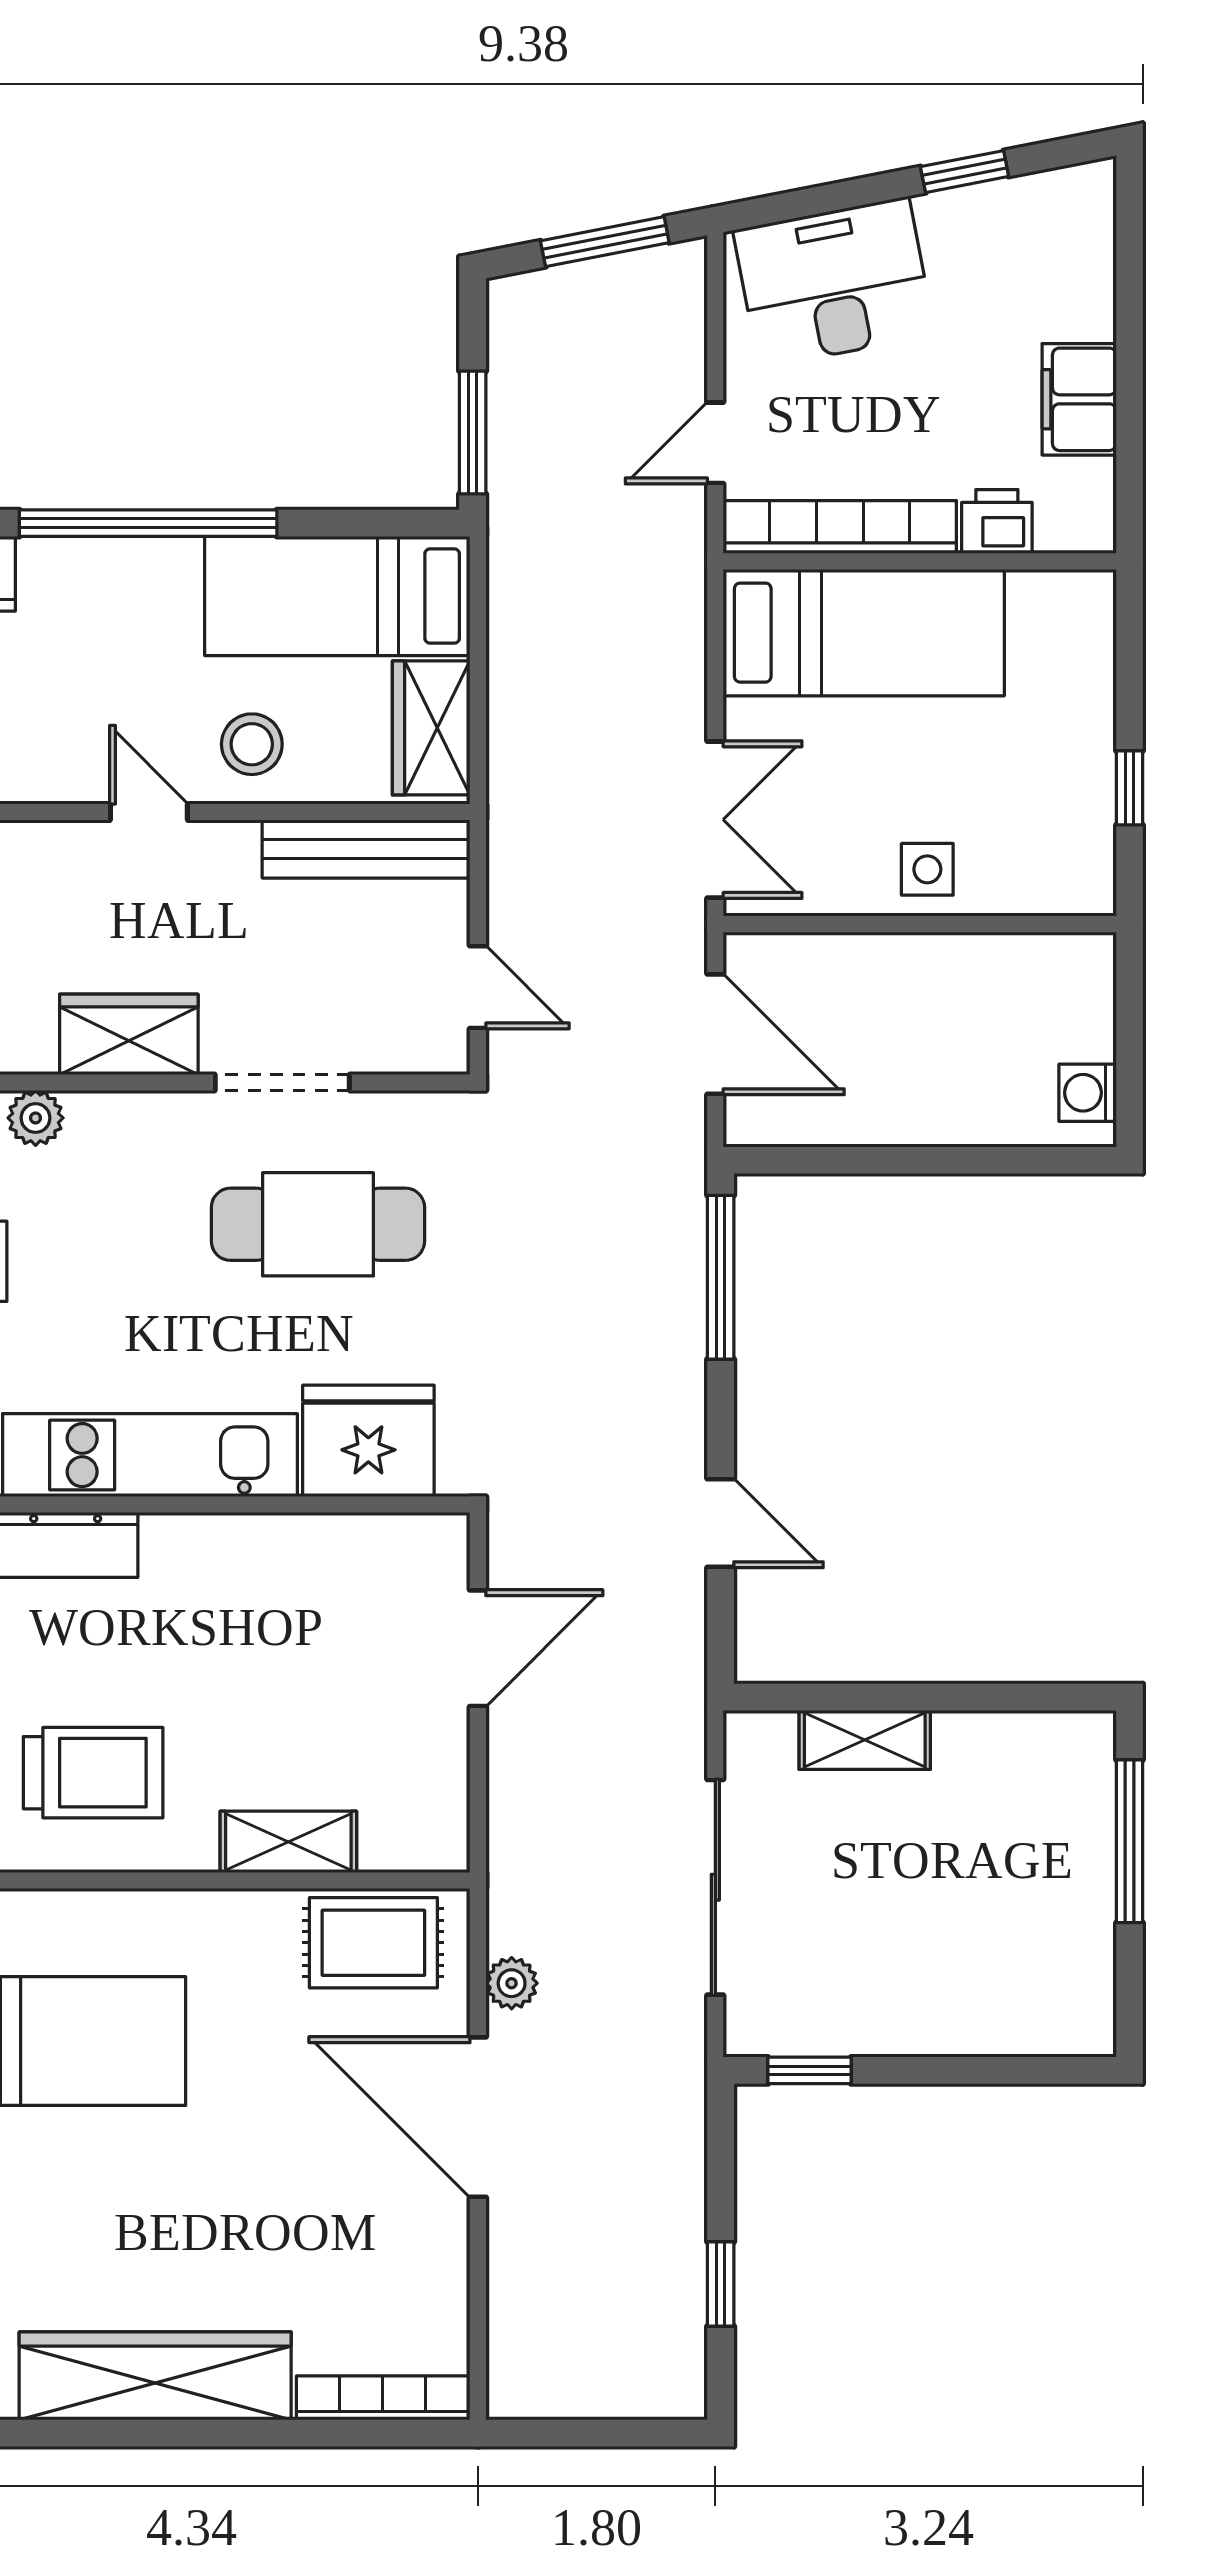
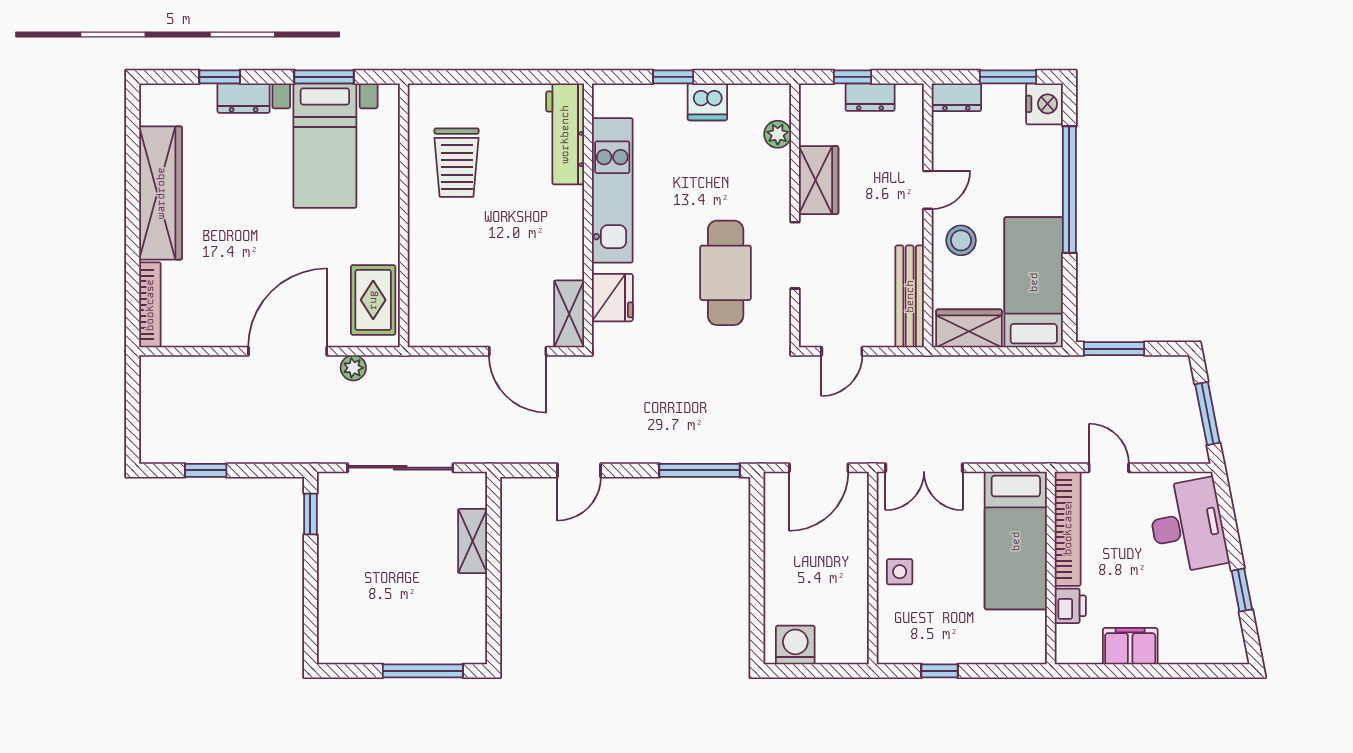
washing machine: (1088, 1093) -> (795, 645), width x1.38, depth x1.38
fridge: (368, 1441) -> (612, 298), width x0.73, depth x0.75
shelving: (288, 1842) -> (569, 314), moved

